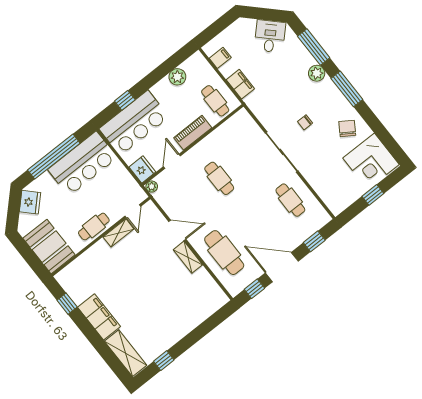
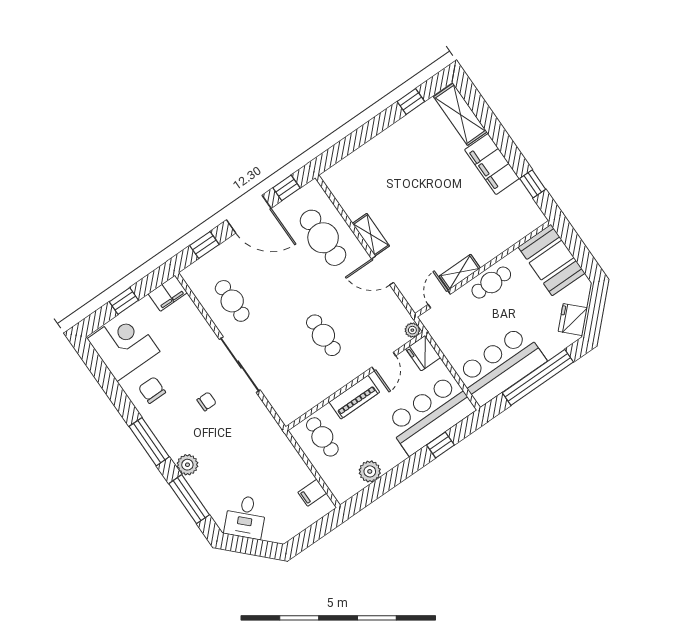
filing cabinet: (240, 84) -> (168, 293), moved, turned -90
chair: (347, 128) -> (152, 390), turned 147

